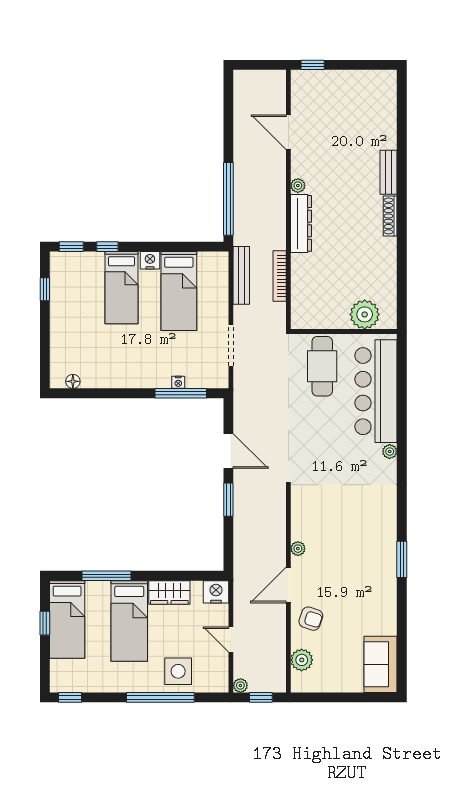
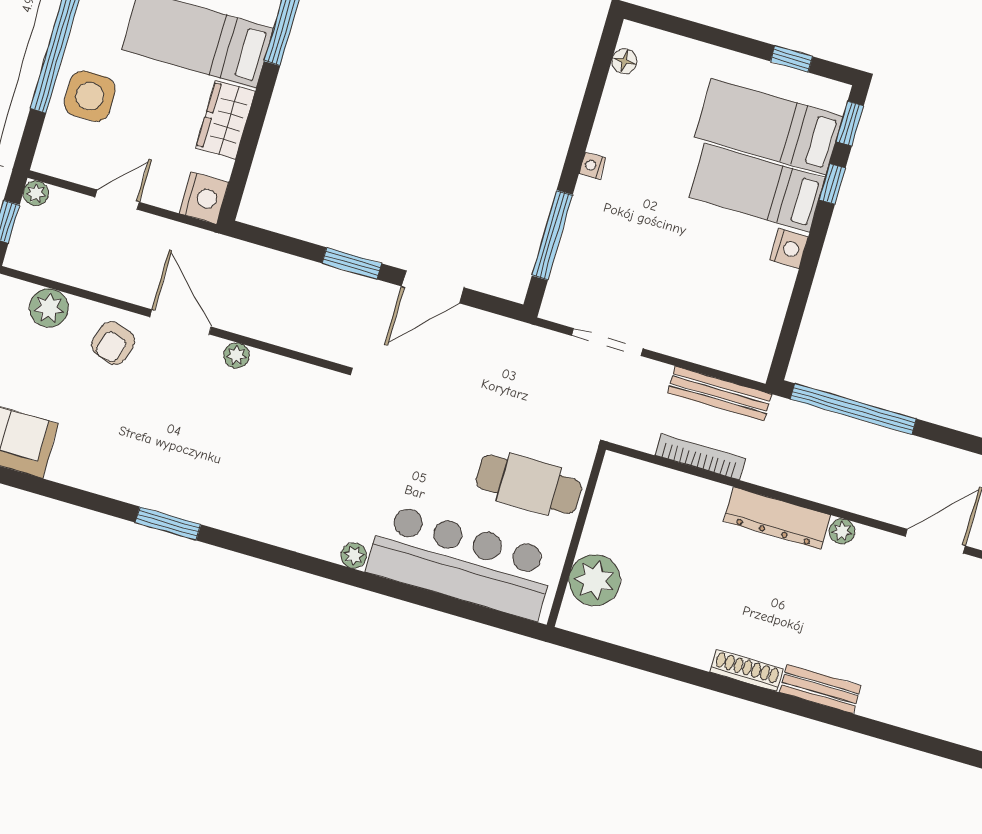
bed: (179, 291) -> (769, 127), moved
nightstand: (178, 382) -> (592, 166), moved

